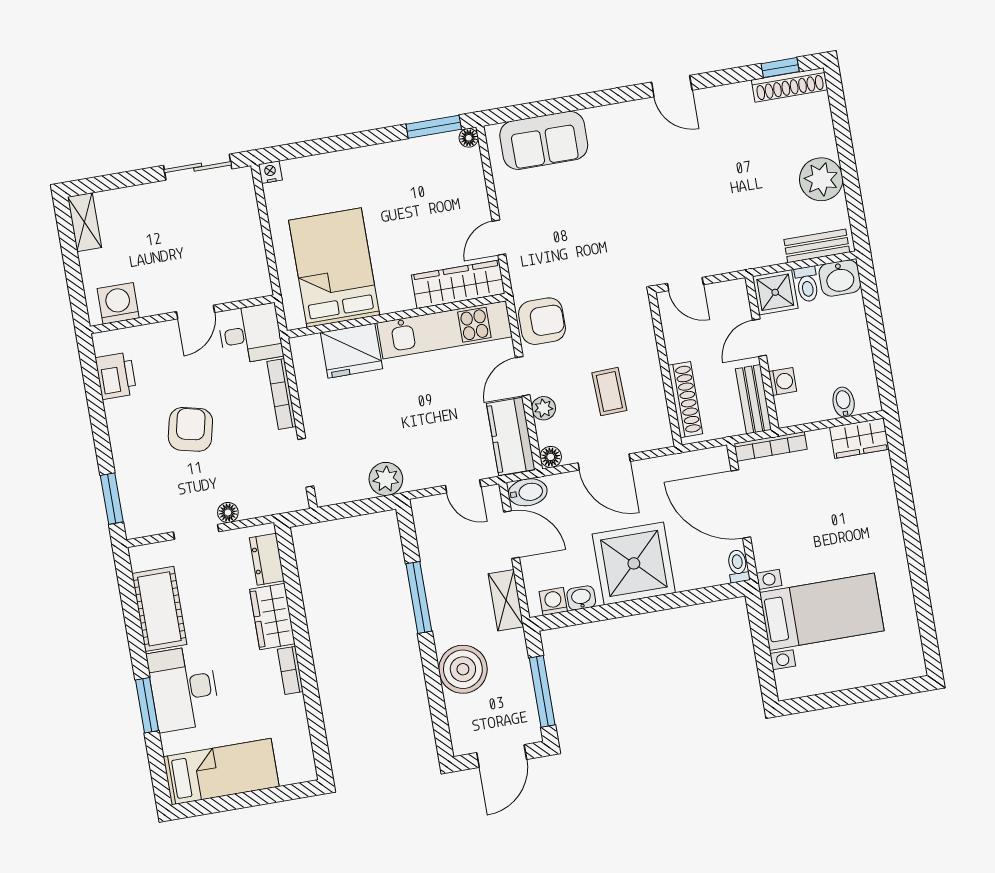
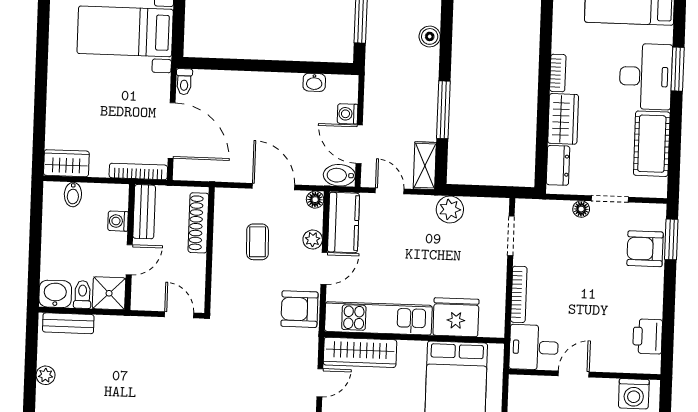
plant: (821, 179) -> (46, 375), width x0.53, depth x0.53
armchair: (190, 429) -> (645, 249), moved, turned 77
shower: (634, 563) -> (267, 101), removed
shelving: (506, 600) -> (425, 166), moved
washing machine: (553, 601) -> (347, 114), moved, turned 90
boiler: (463, 669) -> (430, 36), width x0.54, depth x0.54

